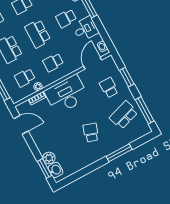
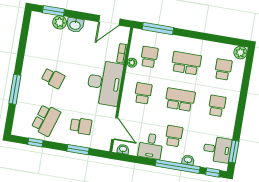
window: (145, 110) -> (35, 142), width x0.46
school desk: (124, 115) -> (46, 120), turned 36
washbasin: (55, 170) -> (75, 25), moved

